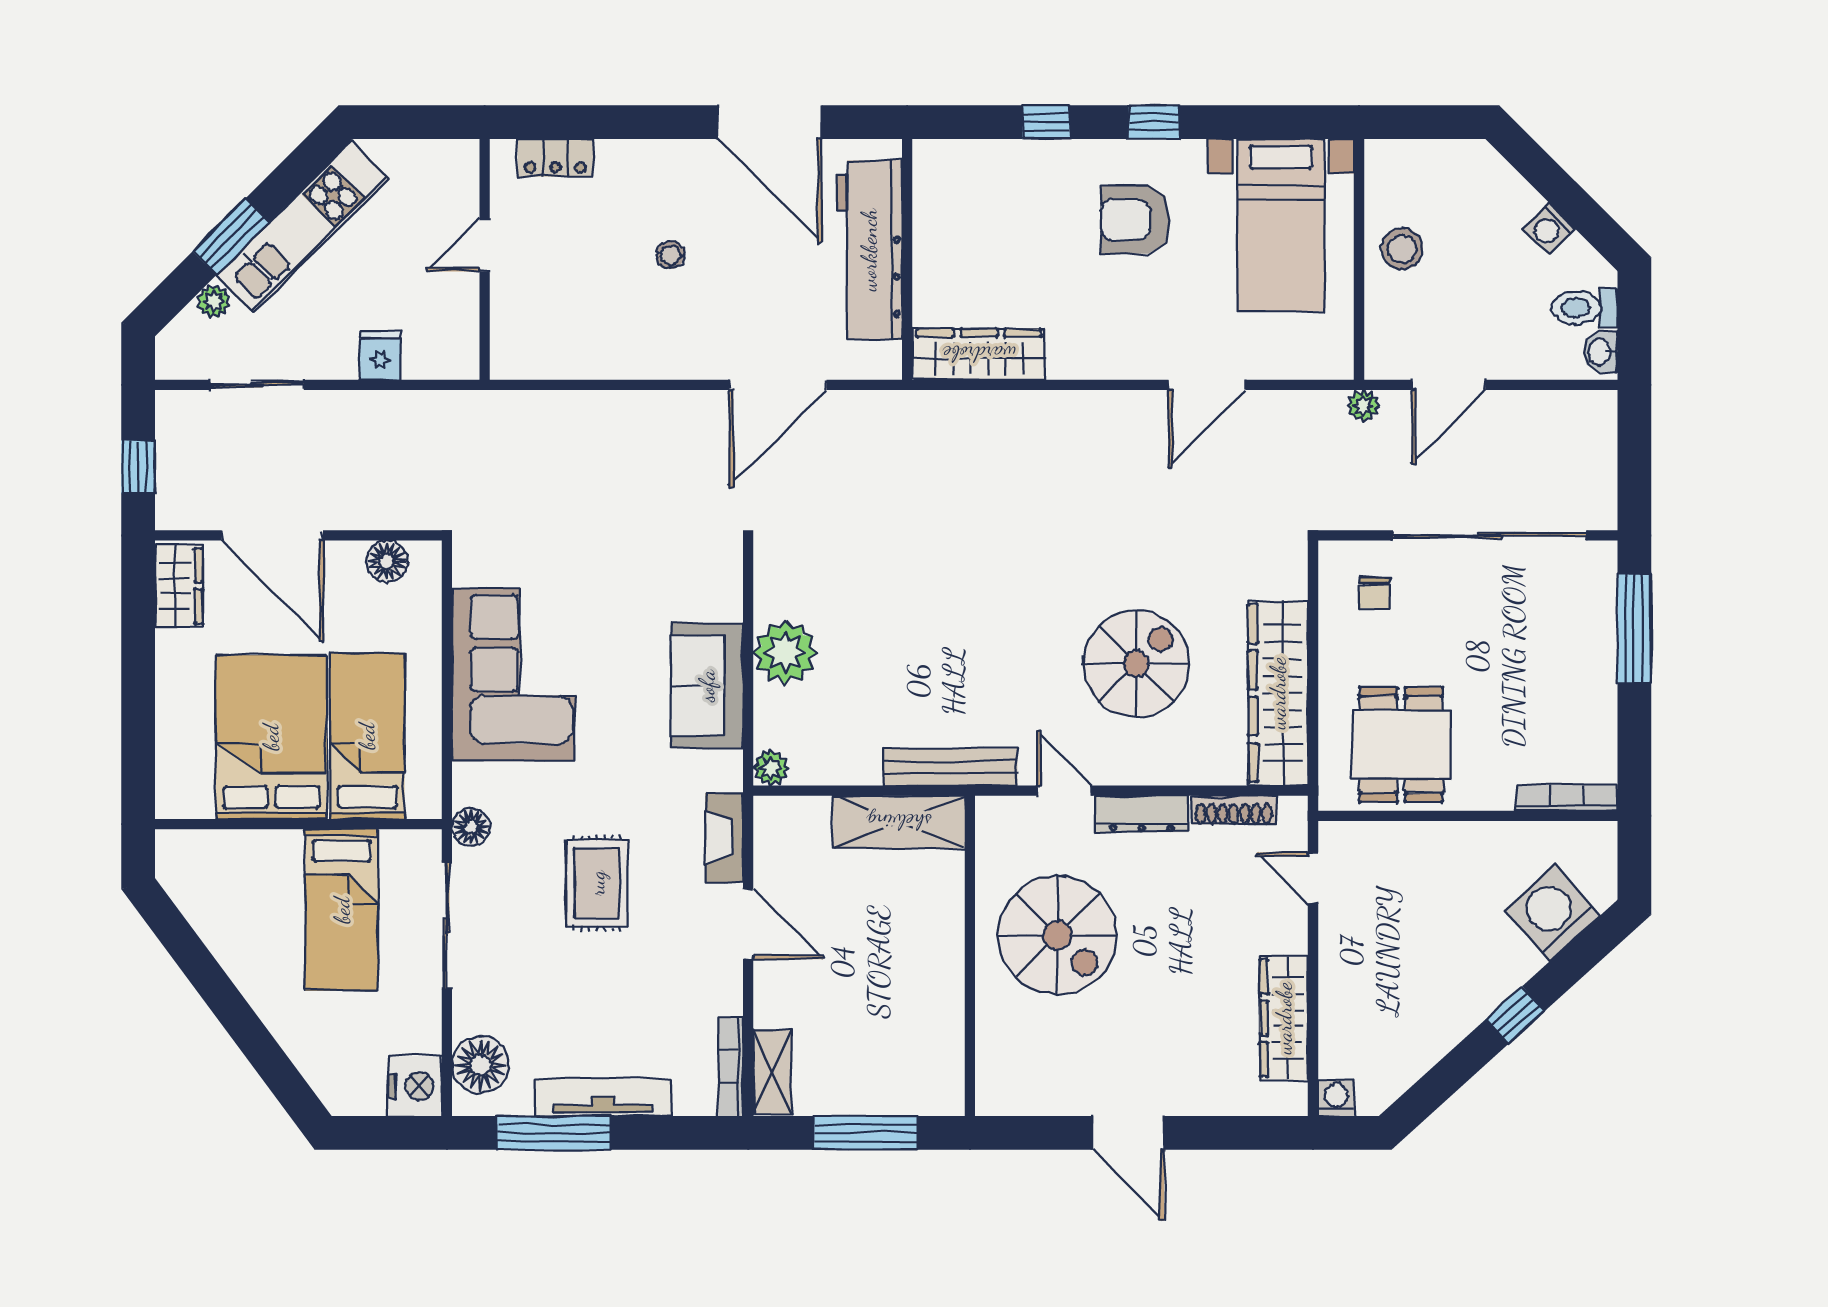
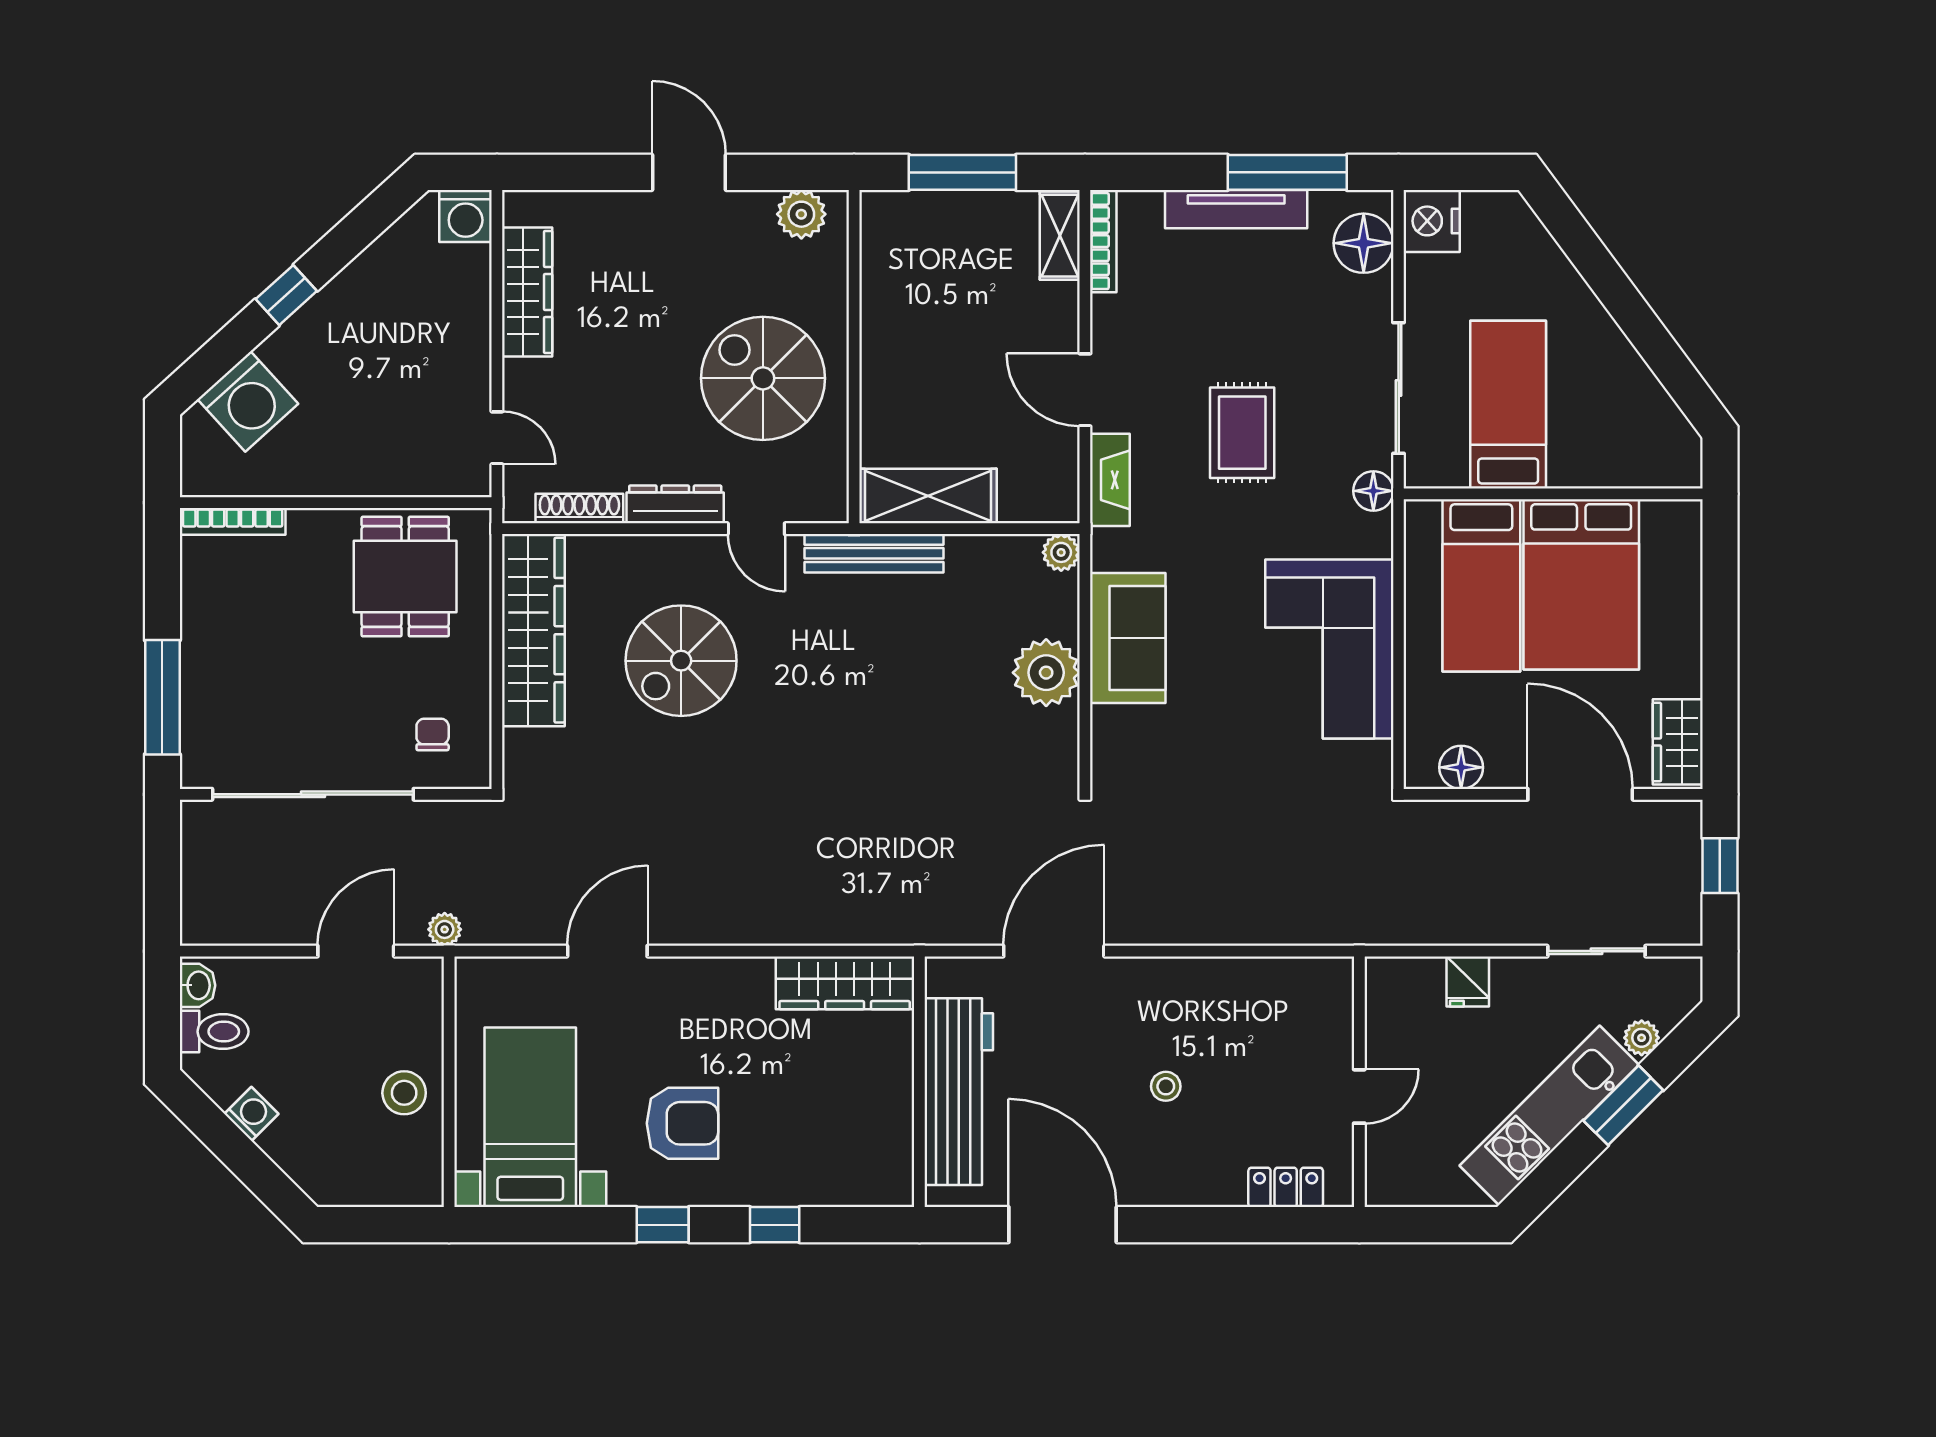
plant: (1021, 1093) -> (801, 214), added
washing machine: (1336, 1098) -> (466, 216), width x1.38, depth x1.38

